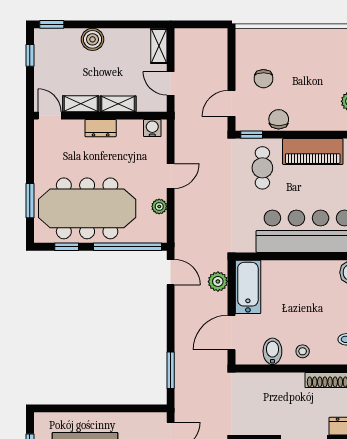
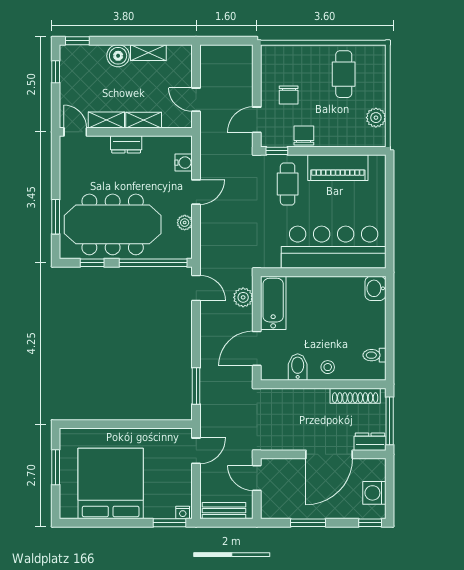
shelving: (159, 46) -> (148, 53), moved, turned 90
cafe table: (319, 58) -> (344, 74), added
water cooler: (152, 128) -> (184, 163), moved, turned 90

